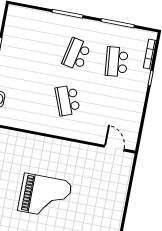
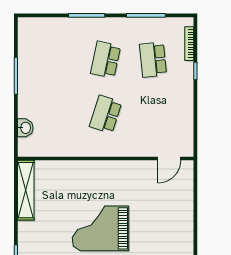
school desk: (68, 100) -> (106, 114), turned 39
door: (114, 148) -> (169, 158), swing flipped
grand piano: (45, 196) -> (100, 228), turned 180

